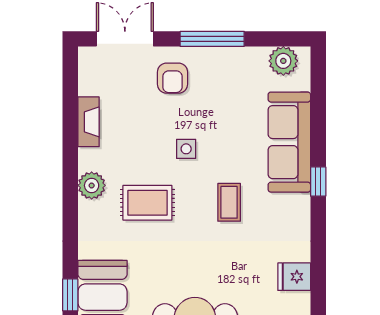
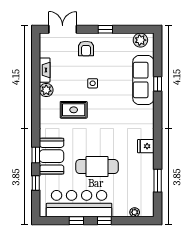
window: (212, 39) -> (105, 29), width x0.46
window: (318, 182) -> (158, 84), moved
plant: (92, 185) -> (46, 90), moved
coffee table: (229, 202) -> (114, 110), removed

